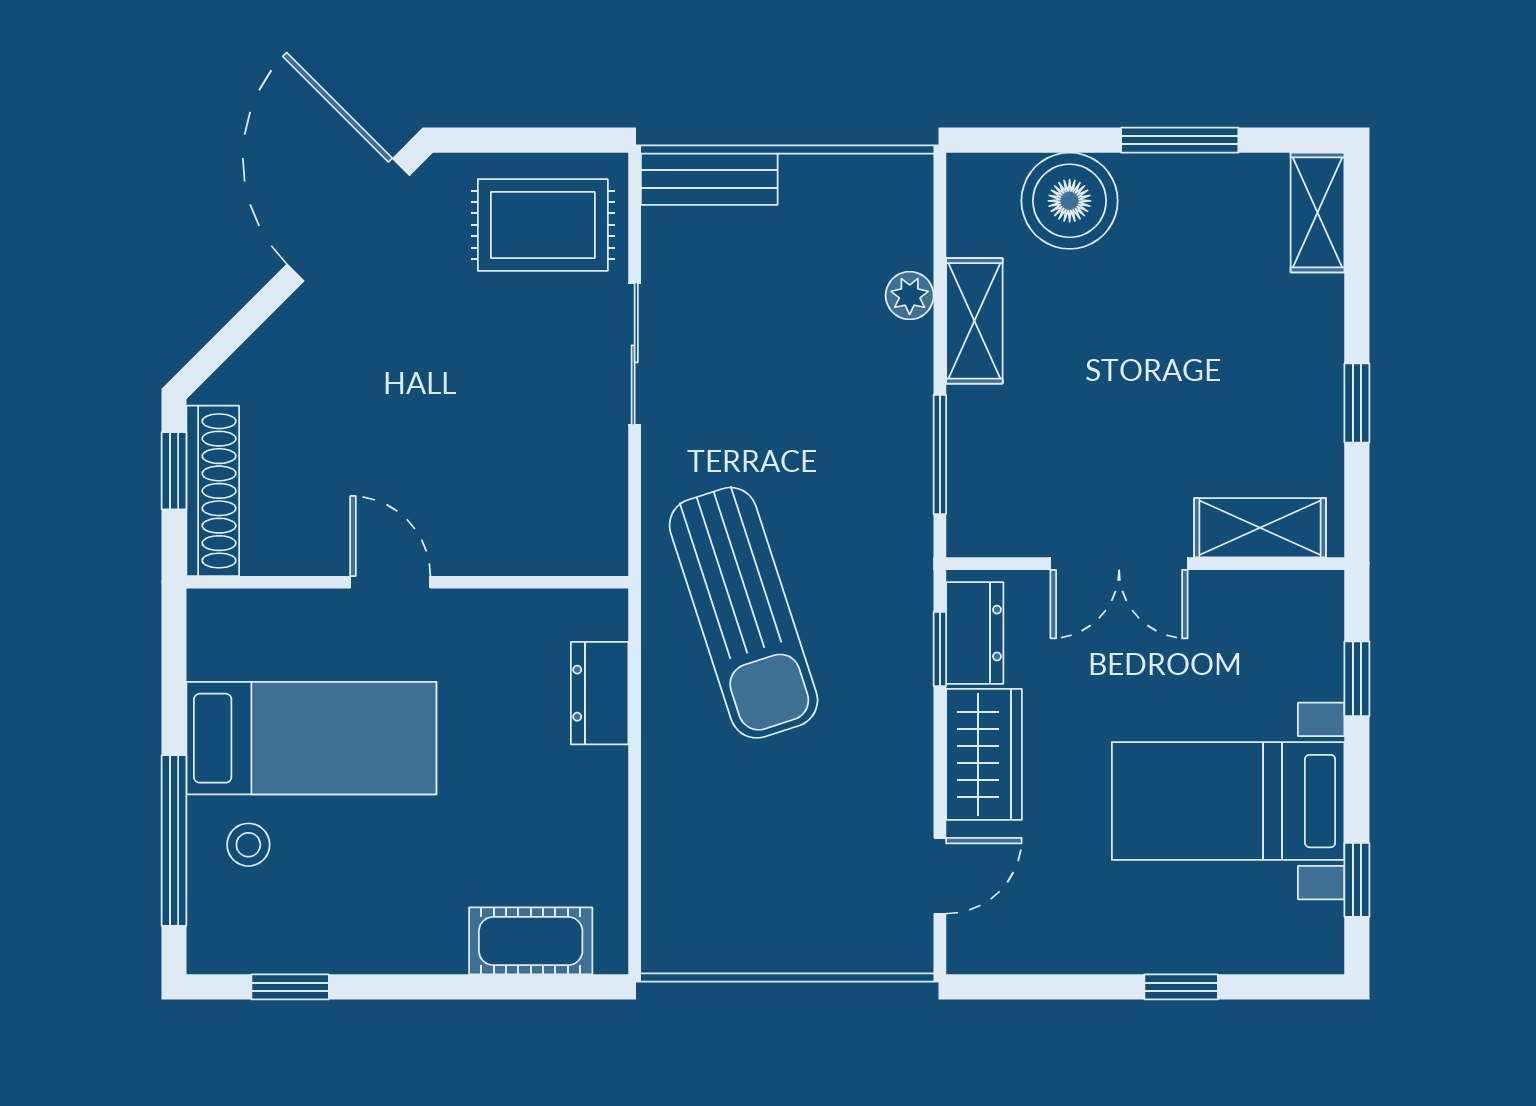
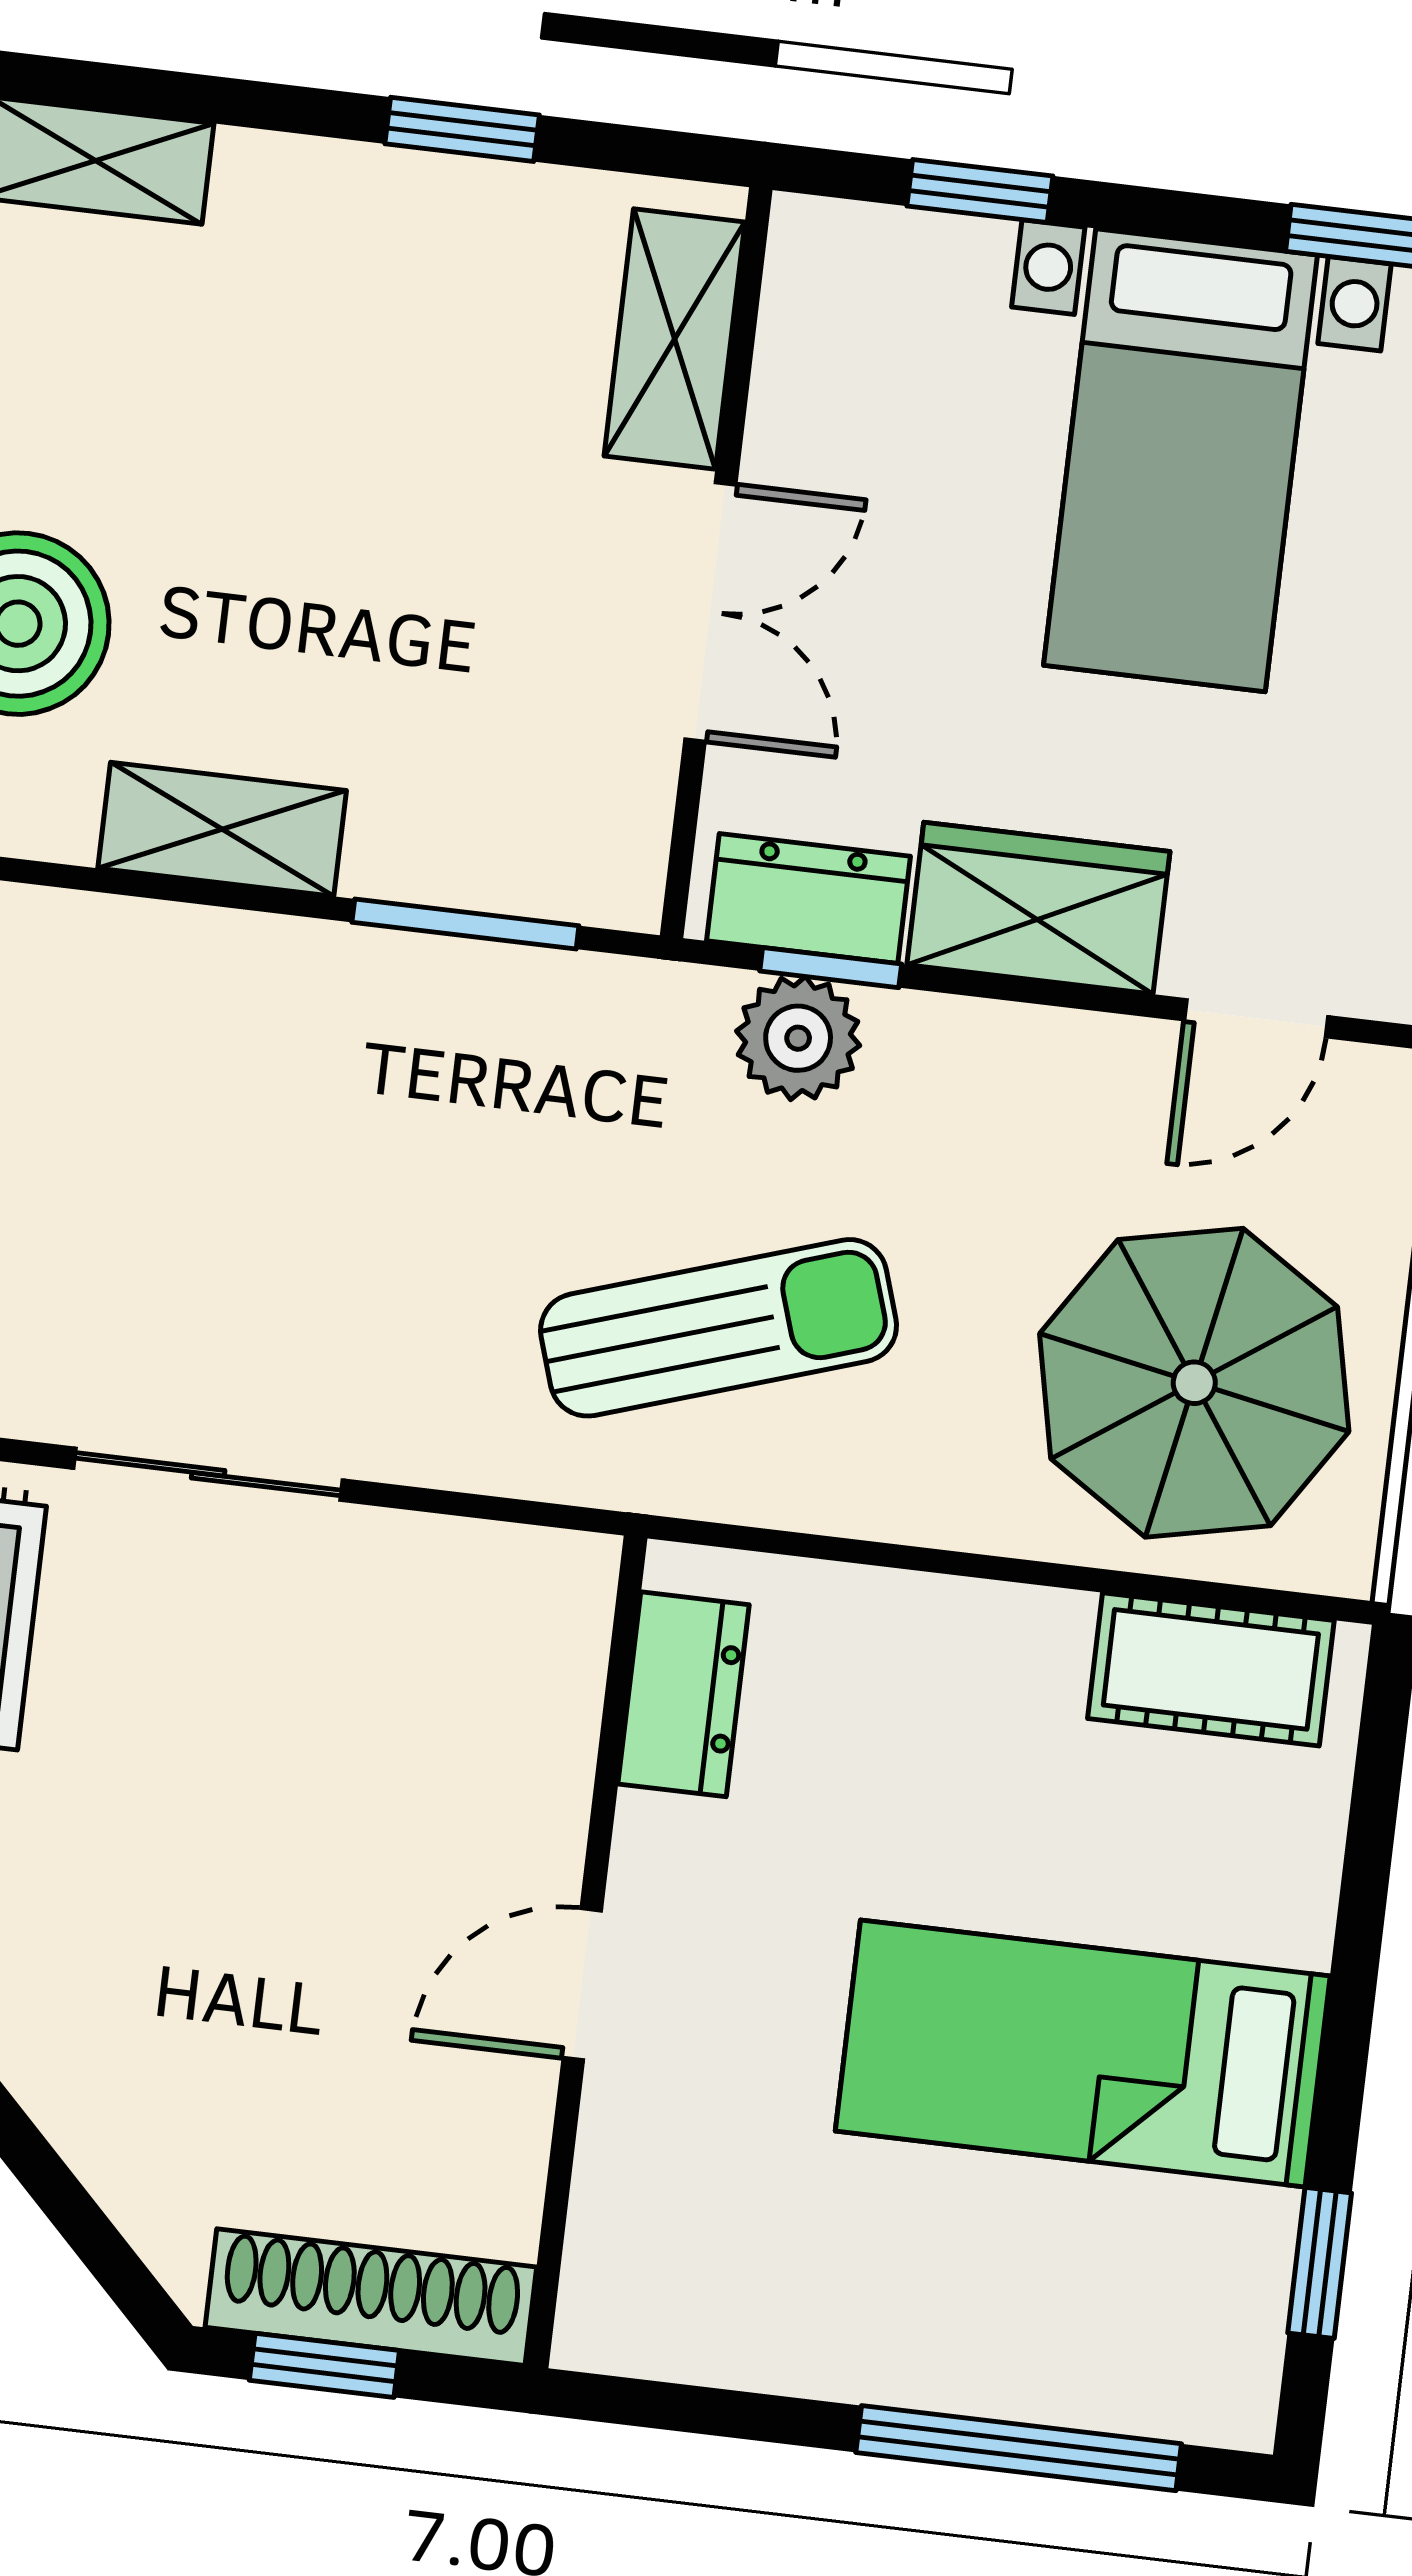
plant: (910, 296) -> (798, 1038), moved, width x1.38, depth x1.38
sun lounger: (744, 613) -> (719, 1328), width x0.73, depth x0.75
dresser: (600, 693) -> (684, 1694), moved, turned -90
bed: (311, 738) -> (1083, 2053), moved, turned -90
stool: (248, 845) -> (1043, 2309), removed
parasol: (745, 866) -> (1194, 1383), added
door: (940, 876) -> (1256, 1018), swing flipped
cot: (531, 941) -> (1211, 1669), moved, turned 90

